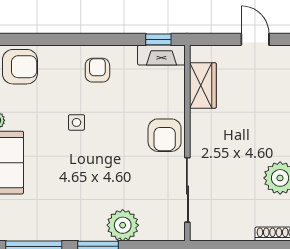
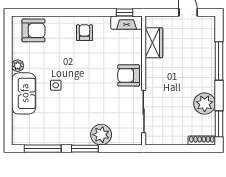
side table: (77, 122) -> (56, 85), moved
armchair: (165, 135) -> (129, 75), turned 90

